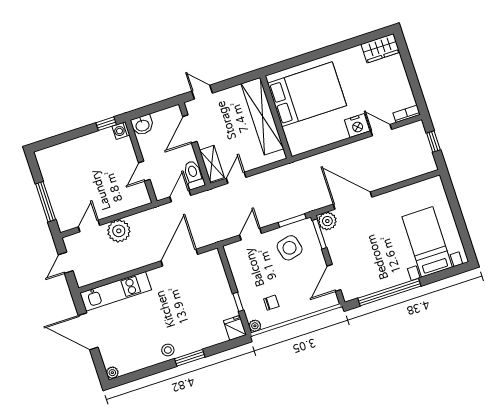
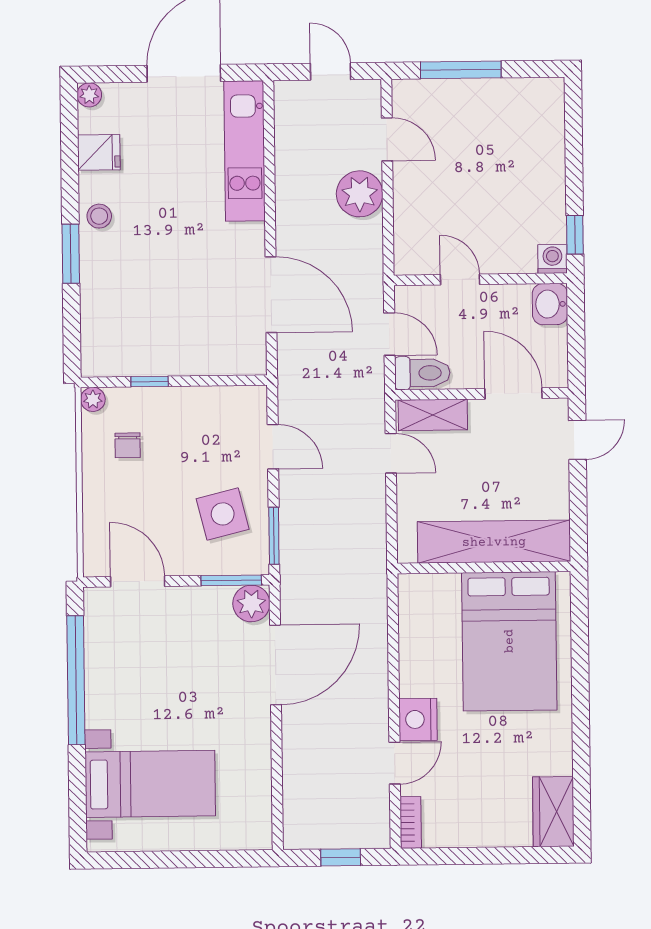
fridge: (235, 328) -> (99, 152), moved

